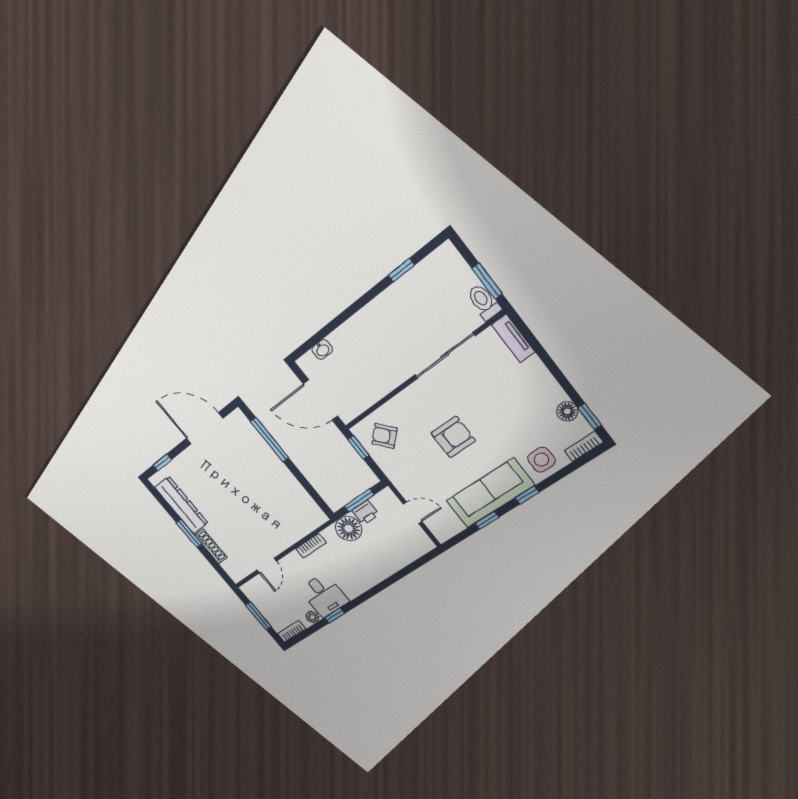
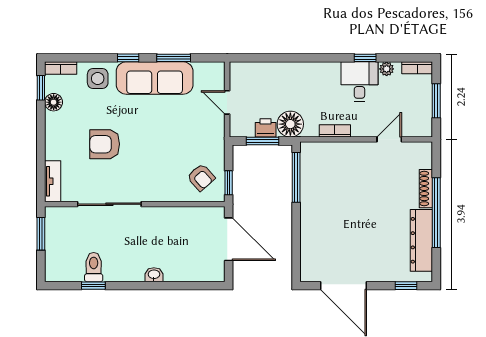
toilet: (484, 302) -> (94, 267), moved, turned 180
washbasin: (322, 349) -> (154, 275), moved
armchair: (453, 437) -> (105, 144), moved
window: (270, 440) -> (296, 177), moved
window: (487, 520) -> (174, 58), width x1.50
window: (189, 533) -> (436, 213), width x2.11

